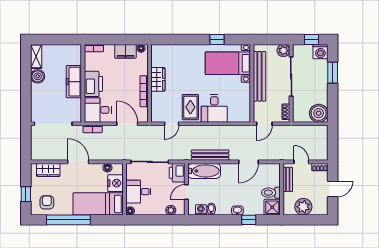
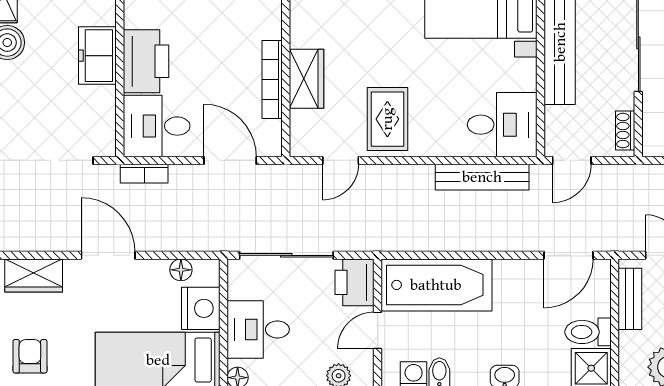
wardrobe: (158, 79) -> (306, 79), moved
freezer: (74, 82) -> (97, 56), width x0.71
desk: (214, 108) -> (502, 125), moved, turned -90
bench: (210, 155) -> (482, 177), moved
door: (248, 162) -> (568, 255), moved
bathtub: (204, 171) -> (436, 285), width x1.36, depth x1.36

